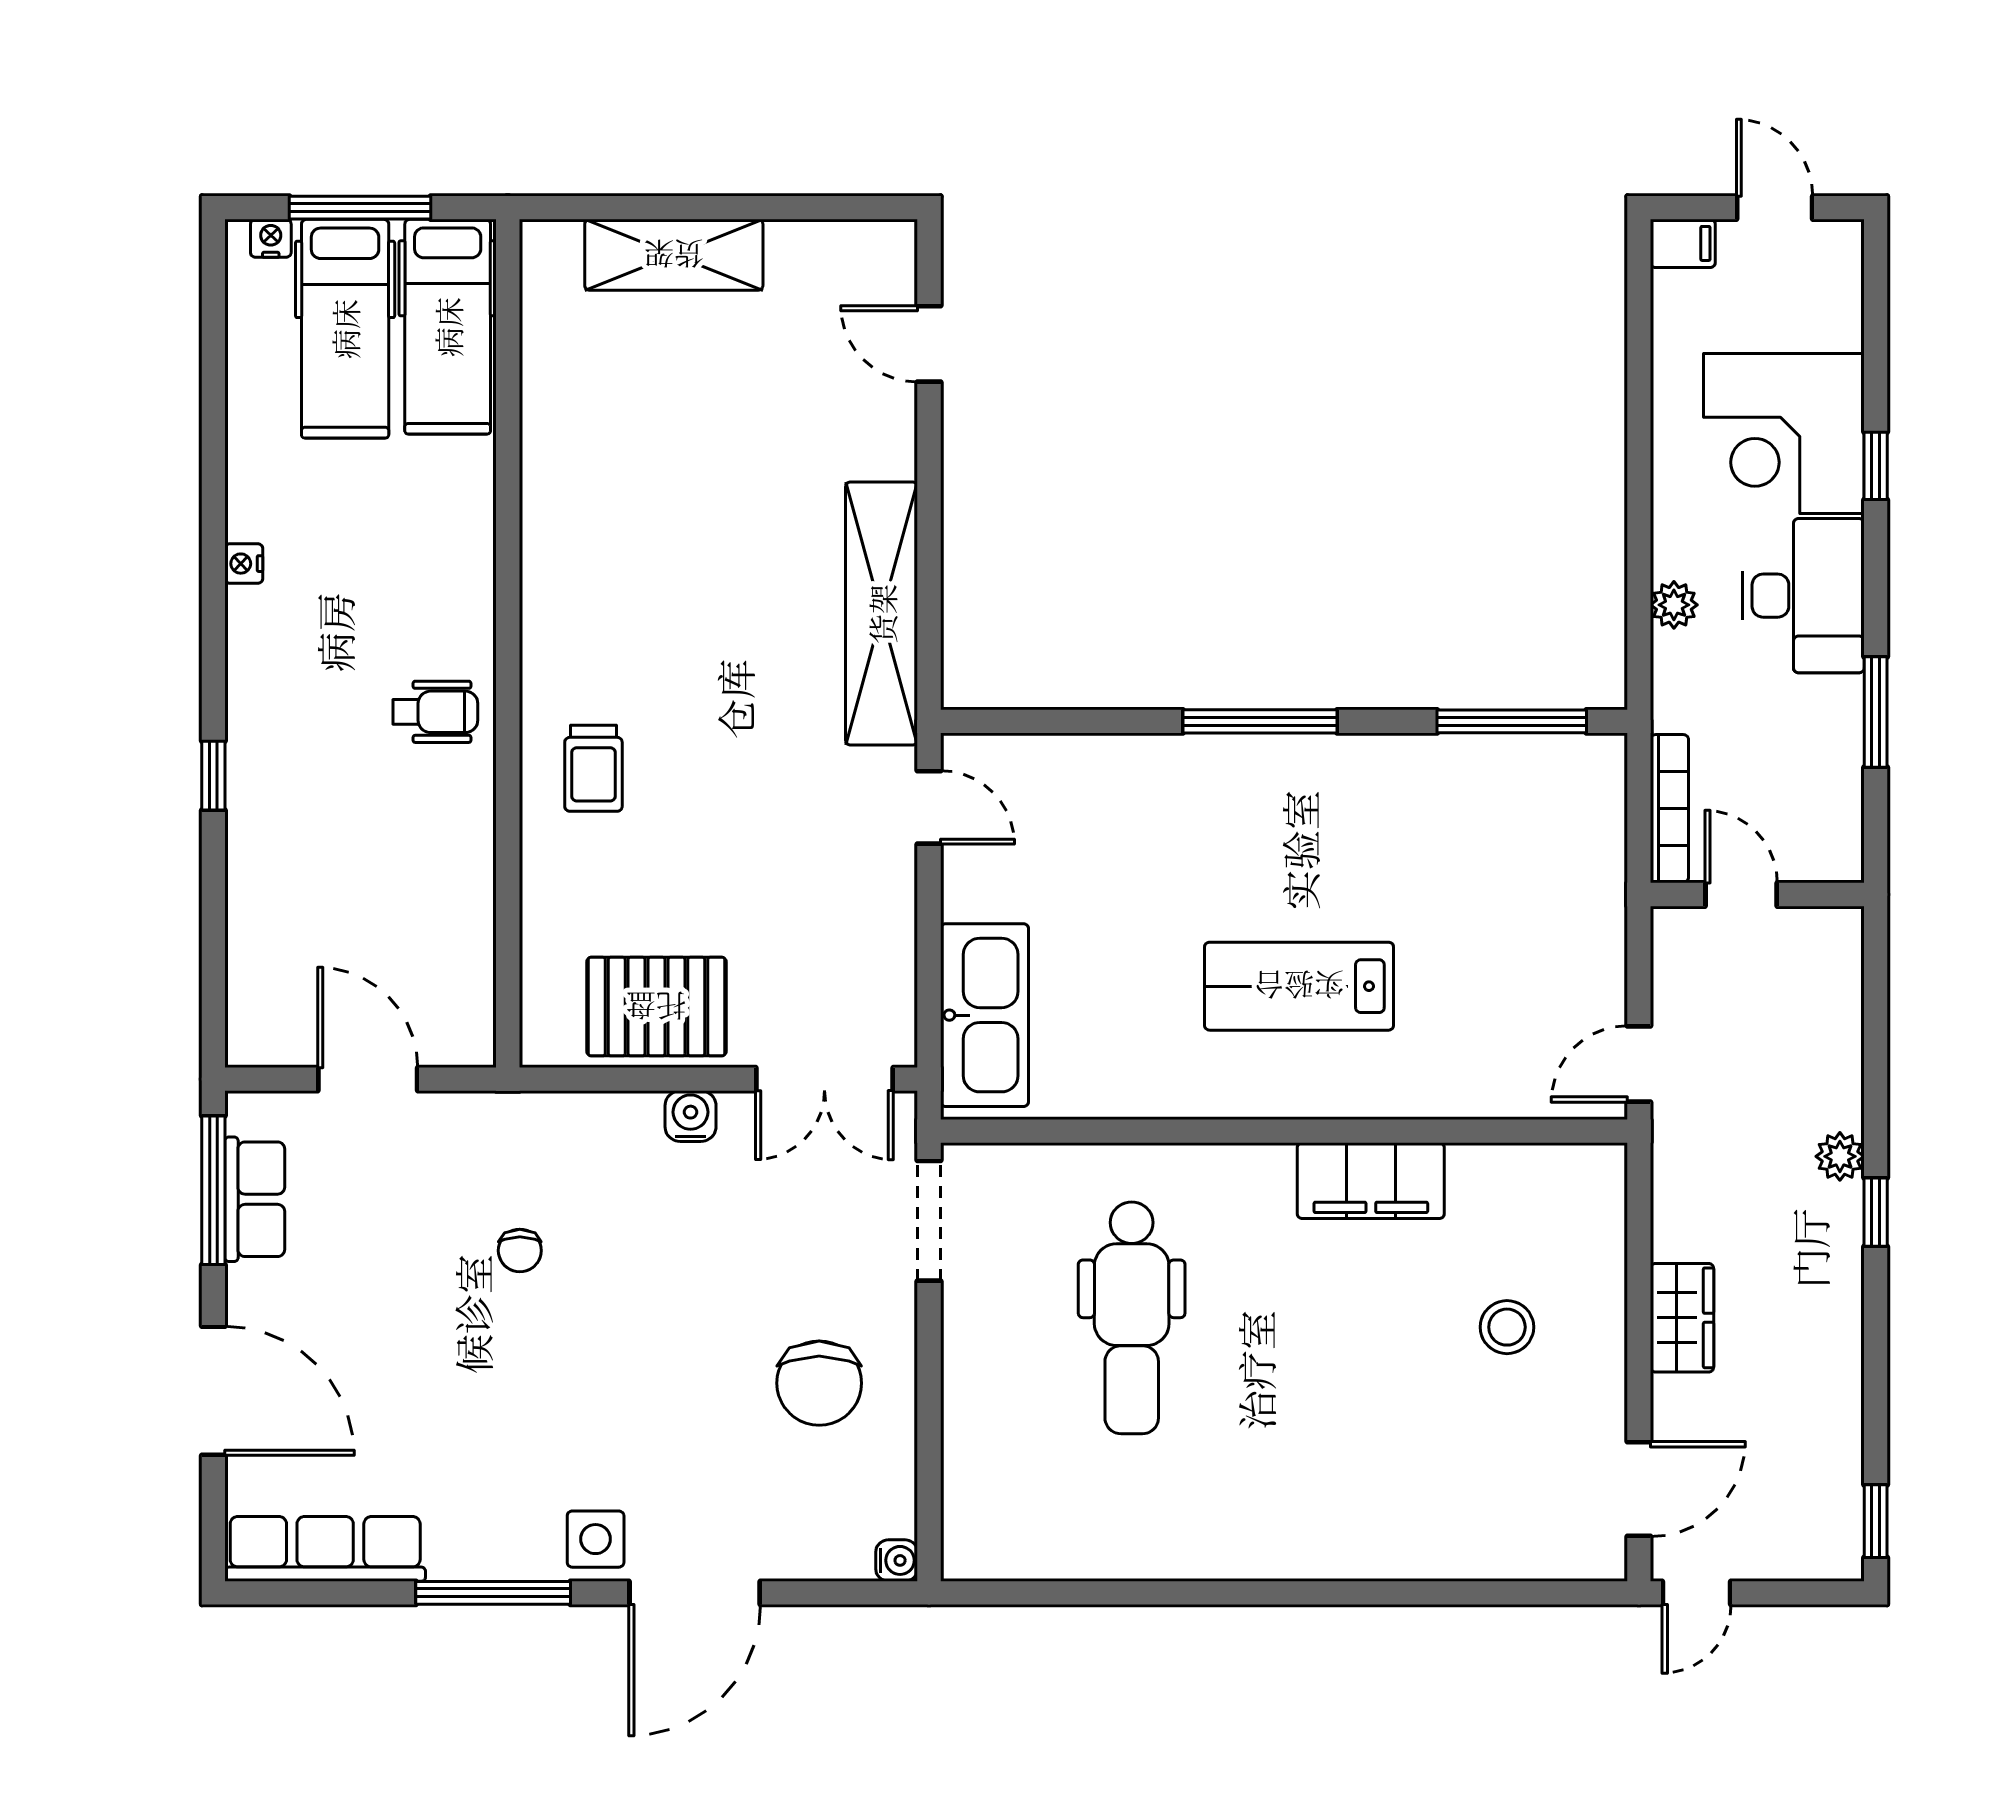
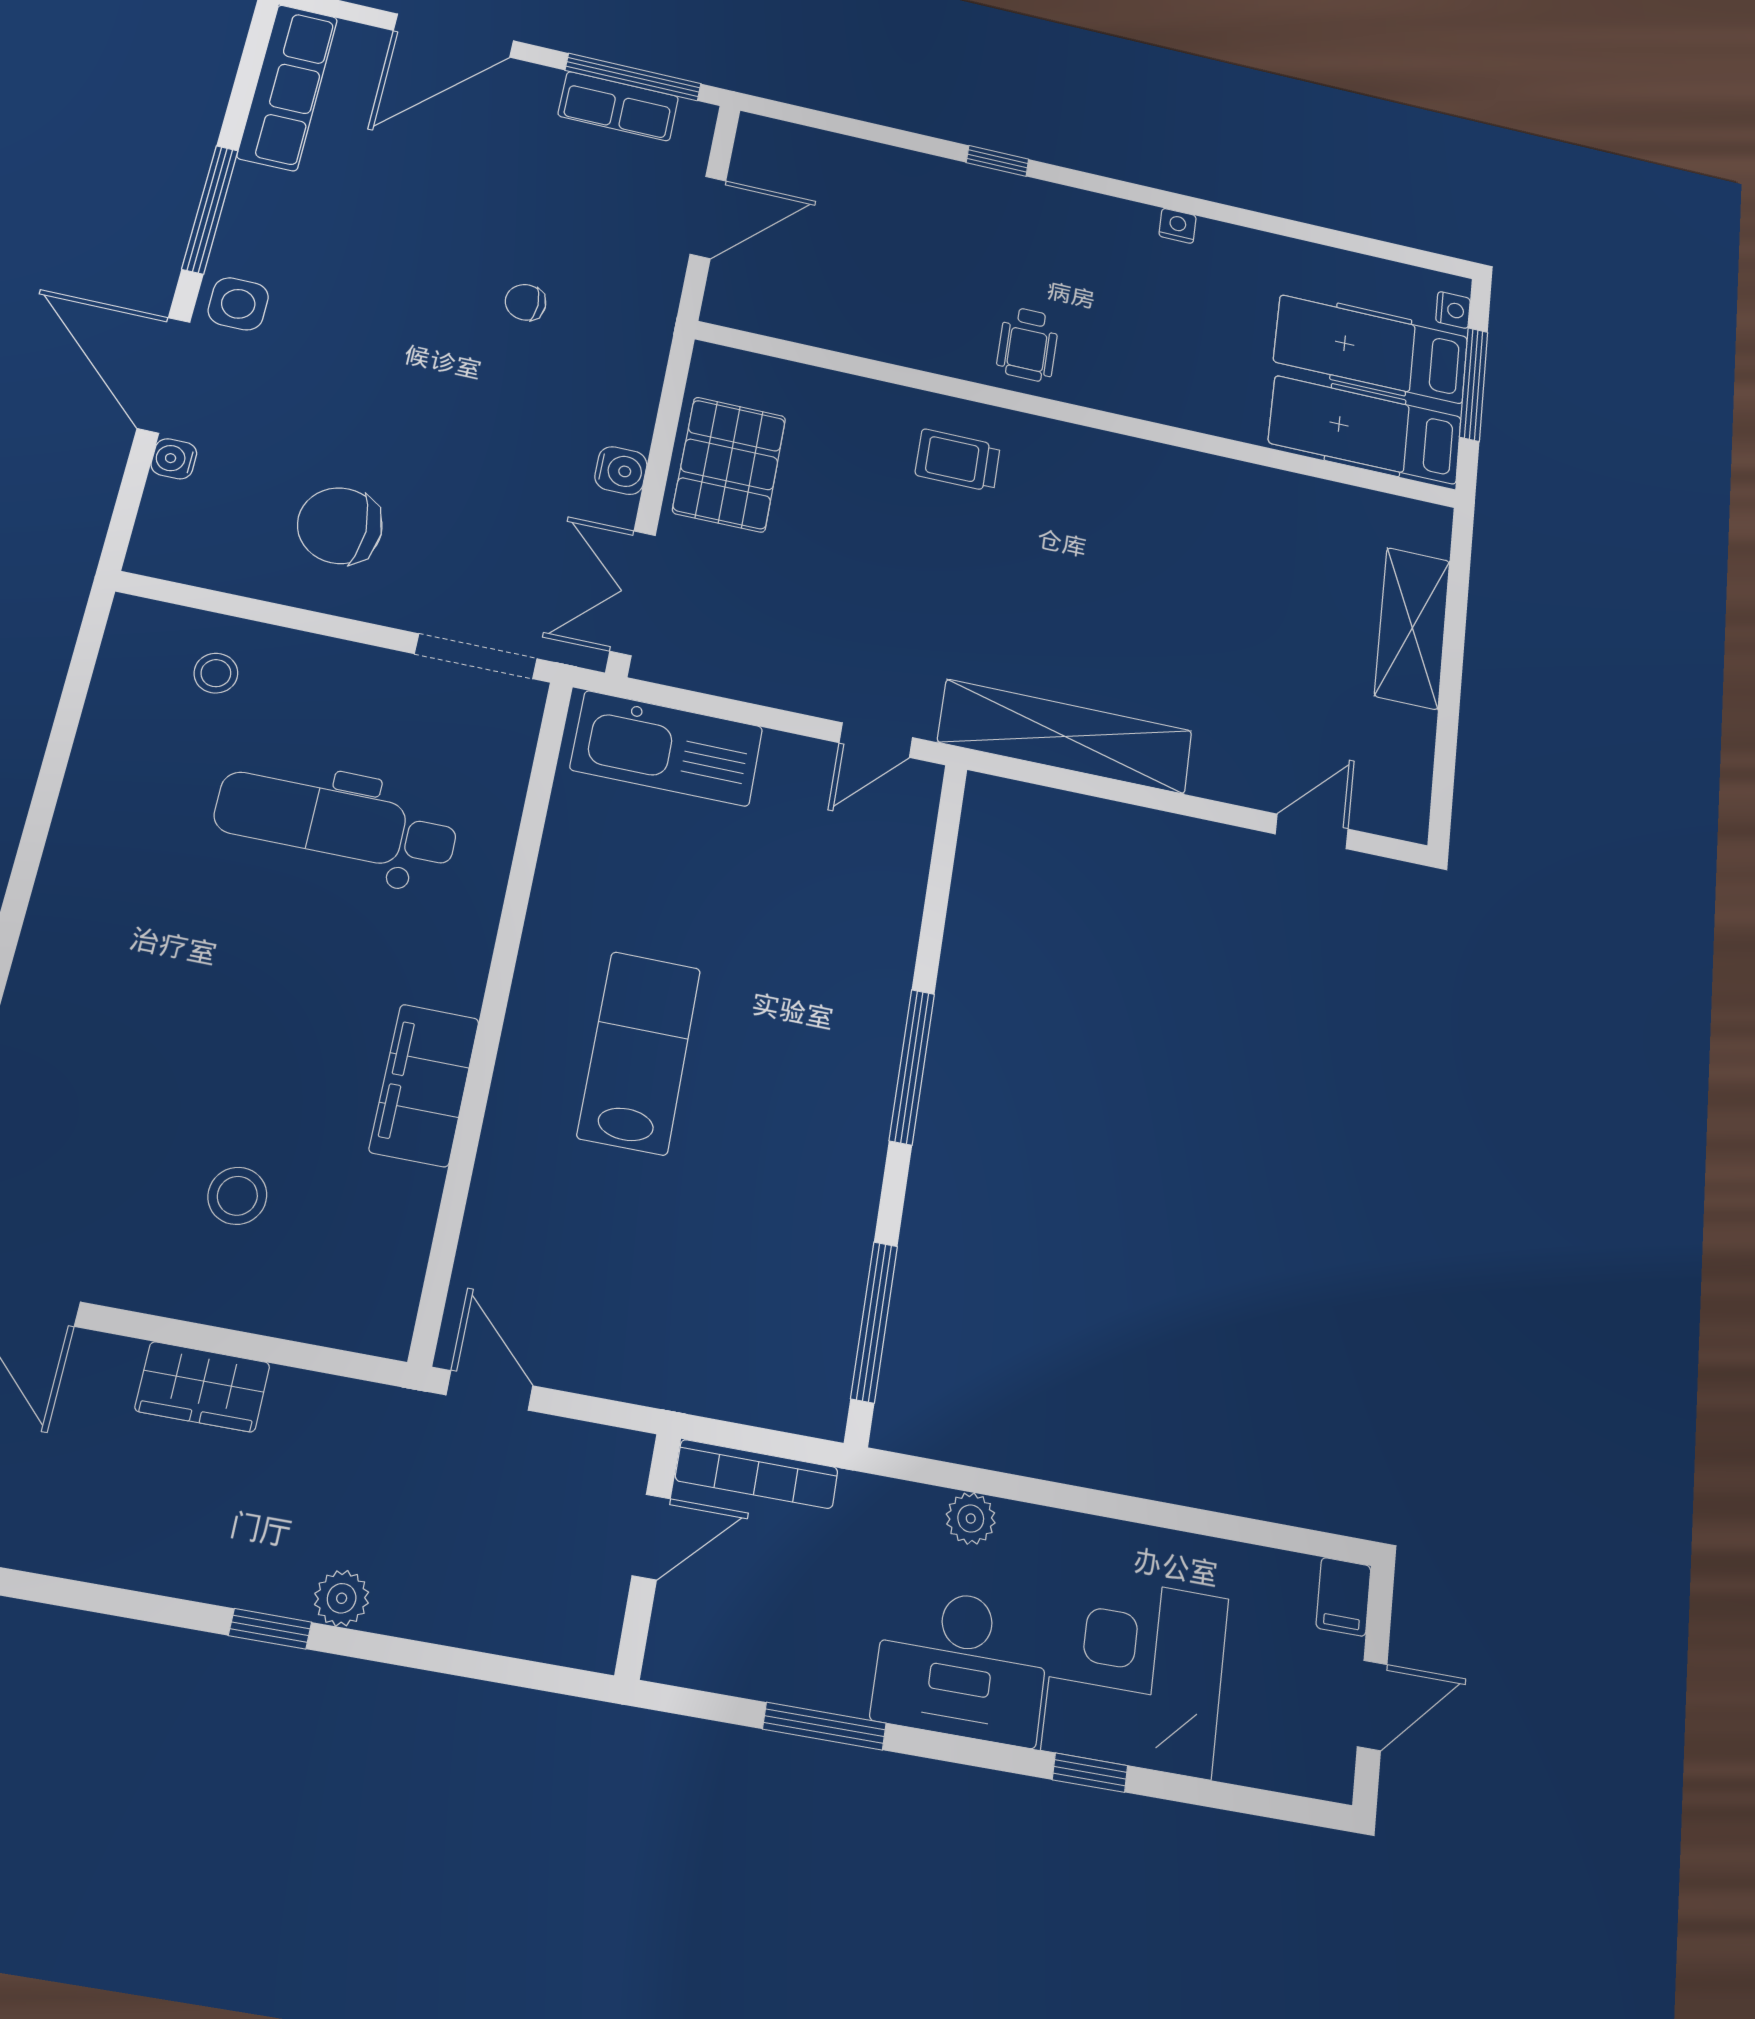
stool: (1004, 1466) -> (216, 673), added
water cooler: (897, 1560) -> (174, 459), moved, turned 90

